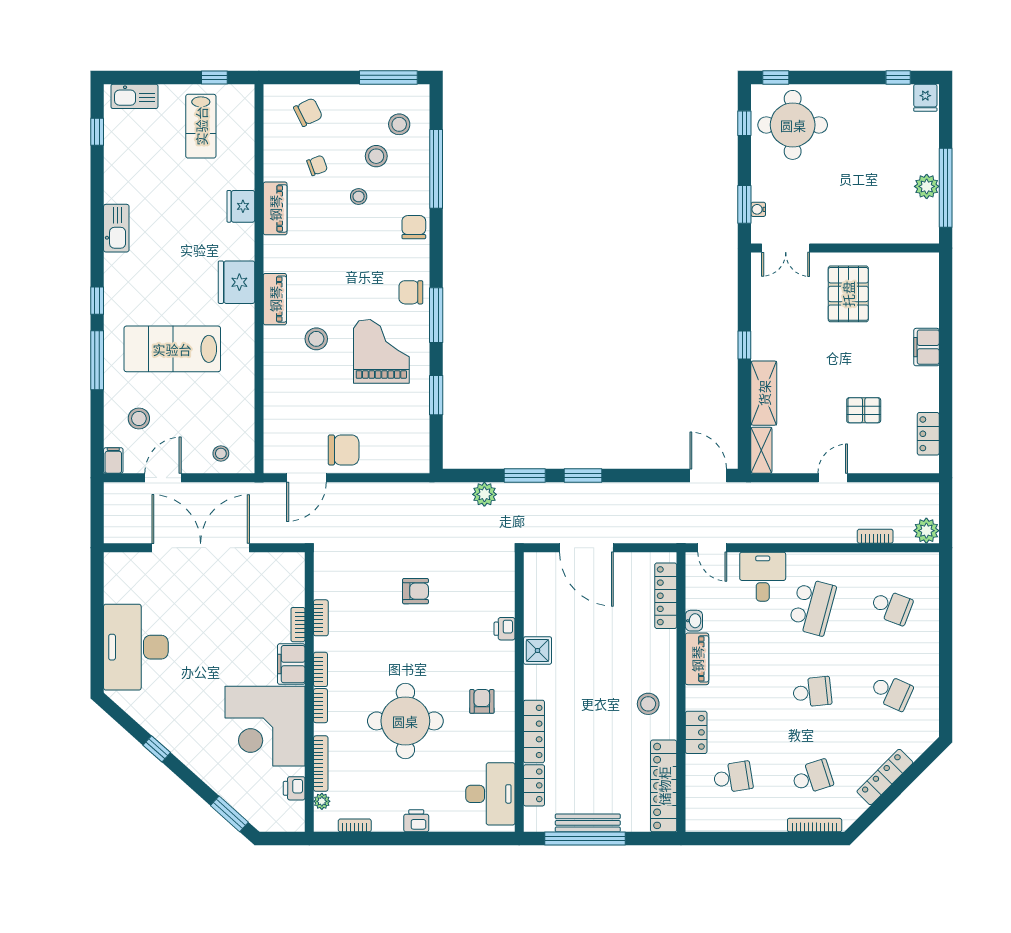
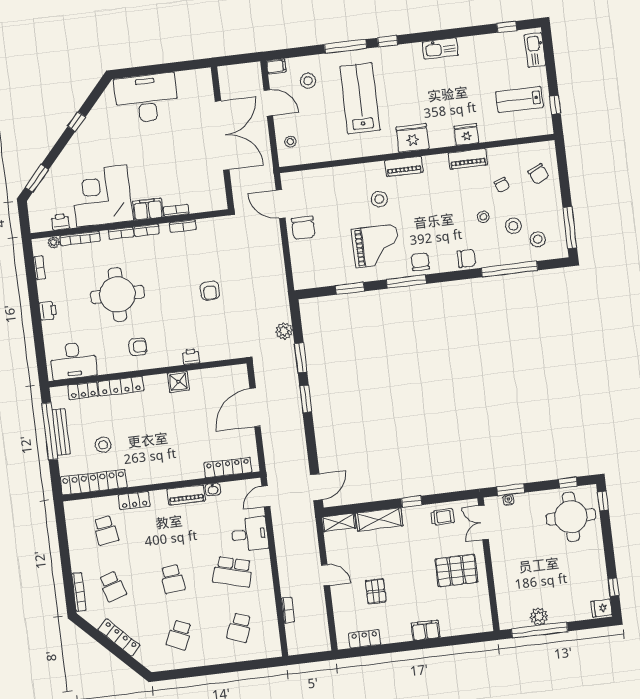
trolley: (771, 304) -> (442, 517), added
plant: (926, 531) -> (296, 646), removed
stool: (648, 704) -> (103, 445), moved

